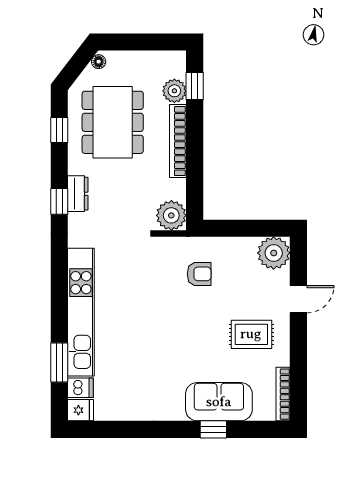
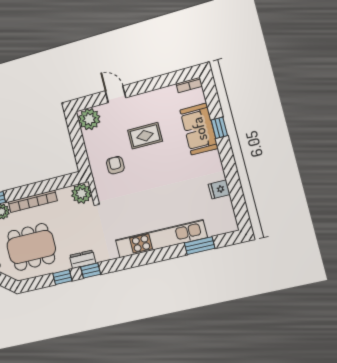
window: (59, 130) -> (62, 277), moved
rug: (251, 334) -> (145, 136), moved, turned 90
dishwasher: (80, 388) -> (214, 227), removed
bookcase: (283, 394) -> (189, 85), width x0.64
fridge: (81, 410) -> (219, 189), moved, turned -90

